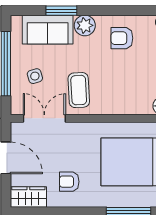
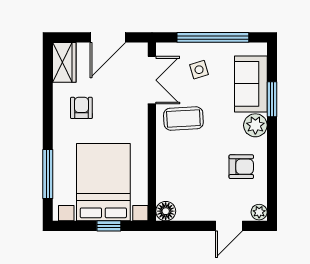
armchair: (122, 38) -> (241, 167), turned 90

